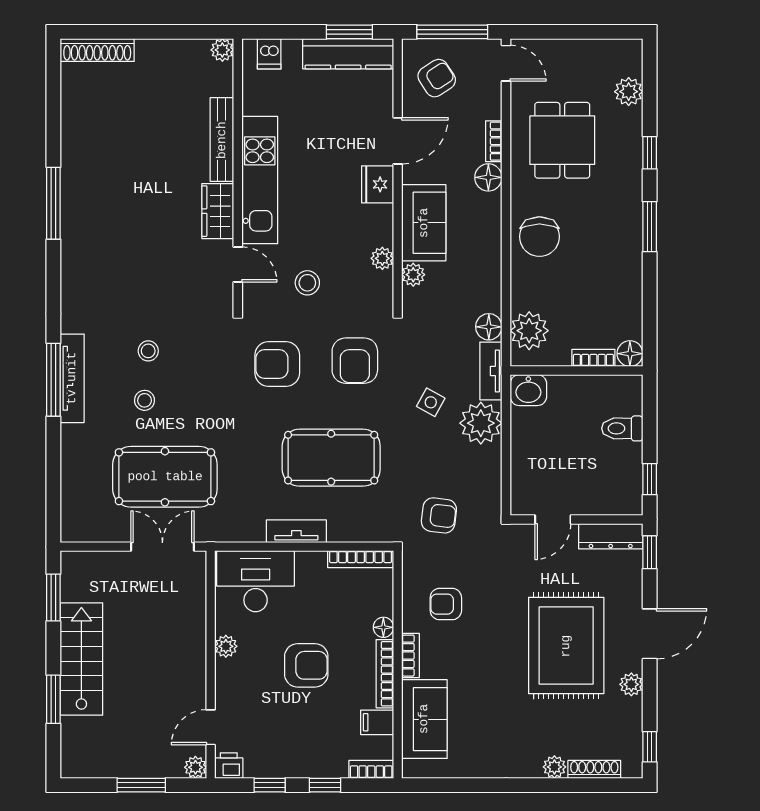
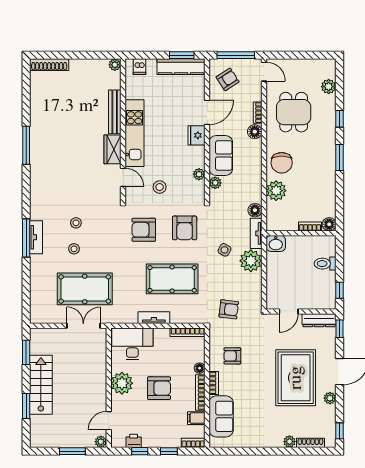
plant: (529, 331) -> (276, 191), moved
tv unit: (72, 378) -> (36, 237), width x0.71
plant: (226, 646) -> (122, 383), width x1.87, depth x1.87
printer: (229, 766) -> (134, 441), moved

